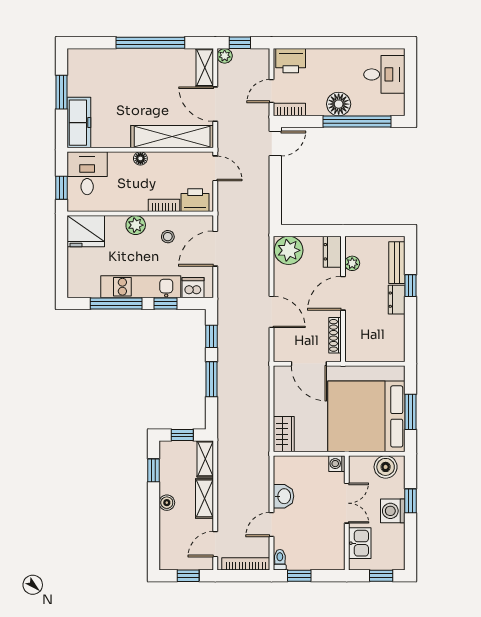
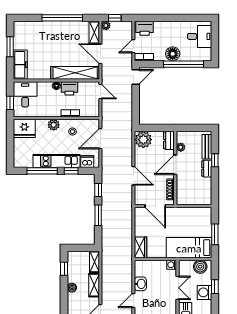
printer: (195, 200) -> (69, 88), moved, turned 180
bed: (366, 416) -> (189, 248), width x0.49
window: (182, 435) -> (81, 248), removed

